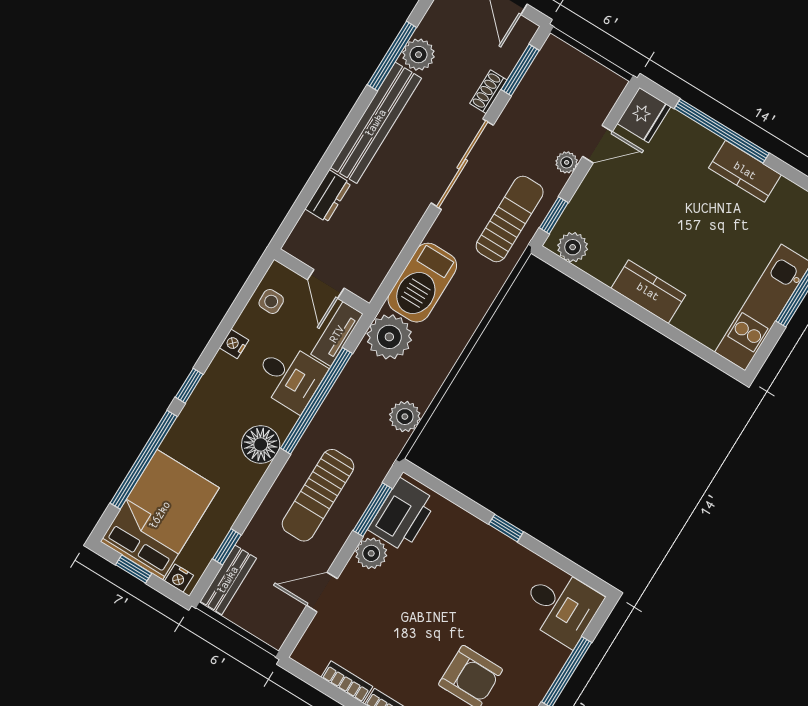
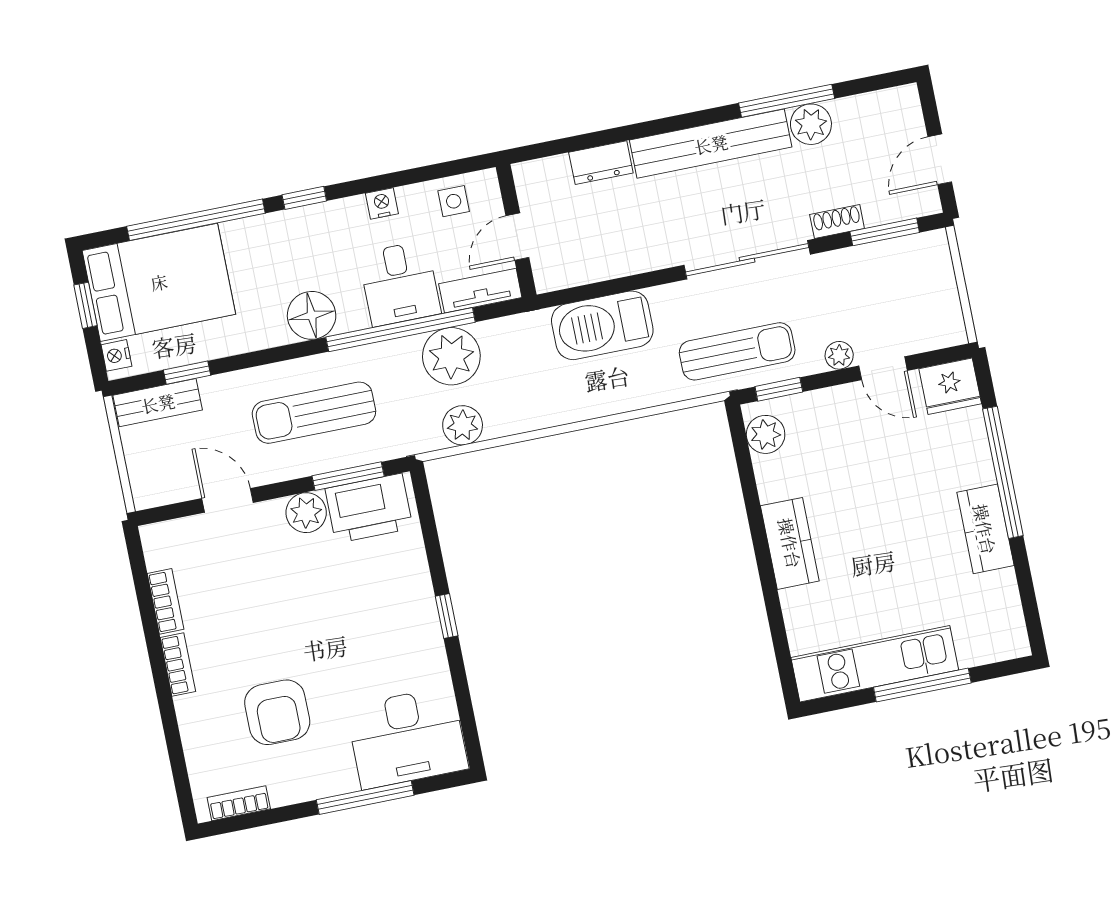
plant: (389, 337) -> (451, 356), moved
desk: (561, 606) -> (407, 738), width x1.37

